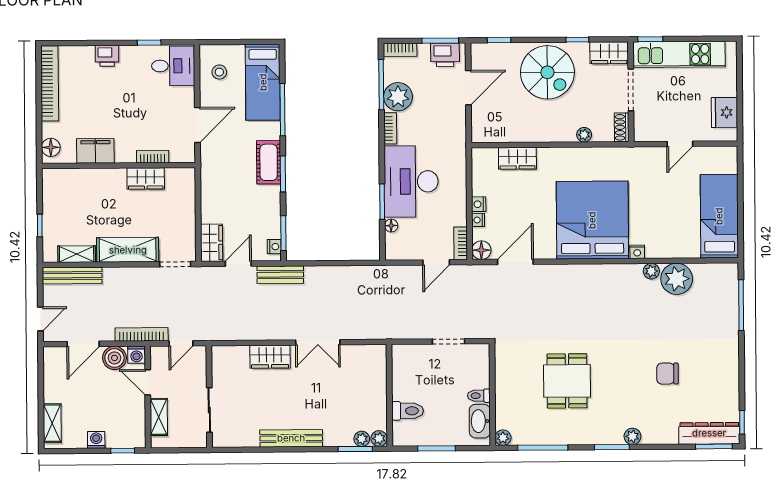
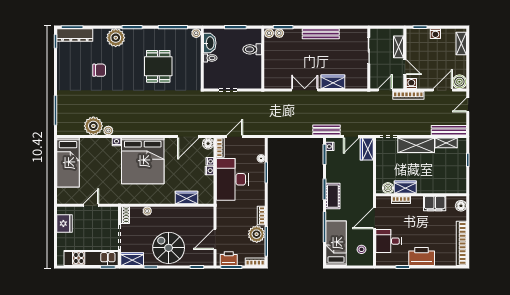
printer: (107, 56) -> (422, 256), width x1.87, depth x1.48
desk: (173, 66) -> (389, 241), moved
boiler: (175, 177) -> (388, 188), added
desk: (411, 181) -> (232, 179), moved, turned 180
boiler: (114, 358) -> (459, 82), moved
plant: (632, 436) -> (116, 38), width x1.87, depth x1.87

